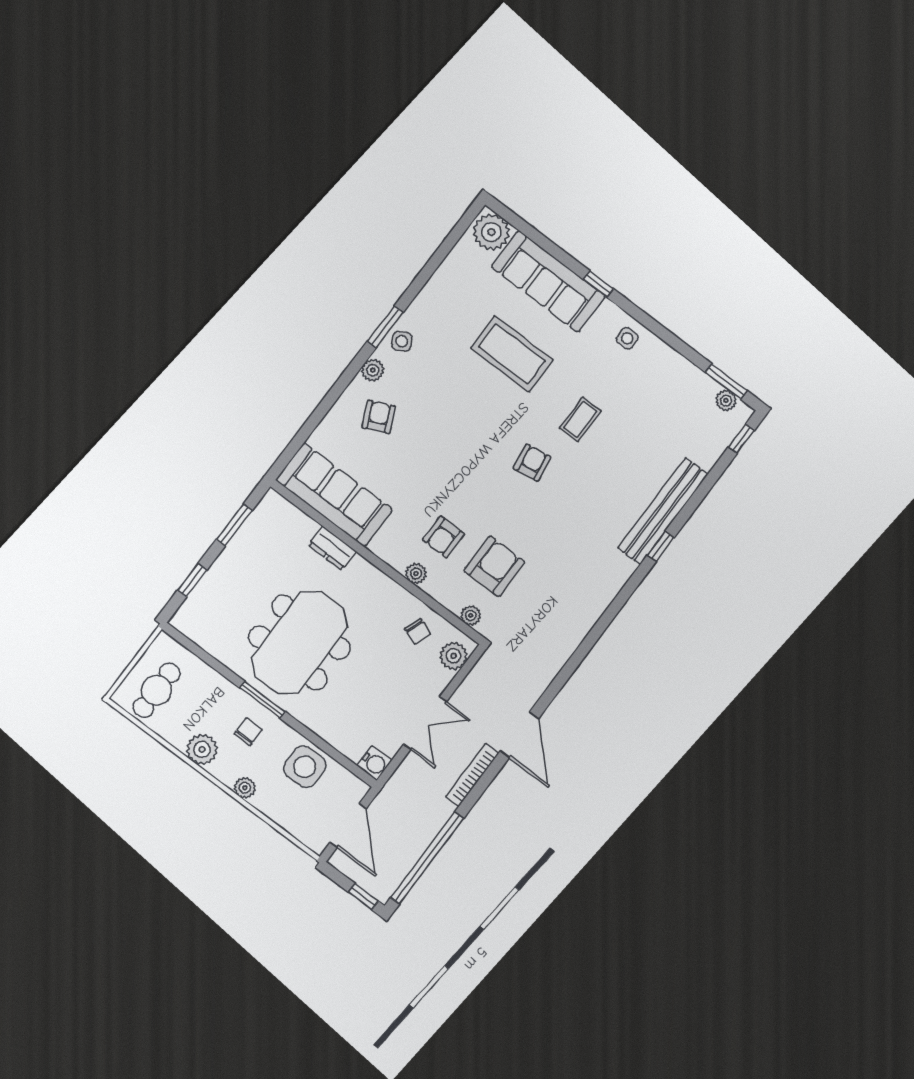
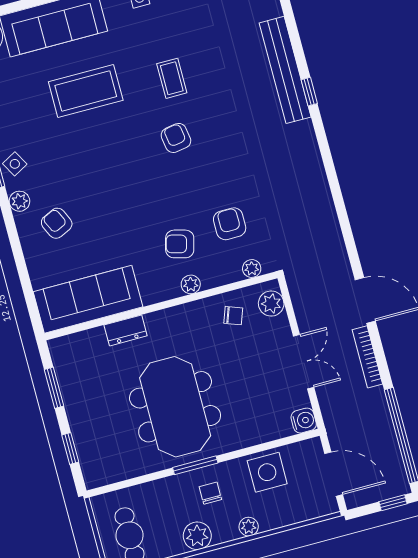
armchair: (444, 537) -> (180, 244), turned 105
armchair: (494, 566) -> (230, 224), width x0.72, depth x0.72

